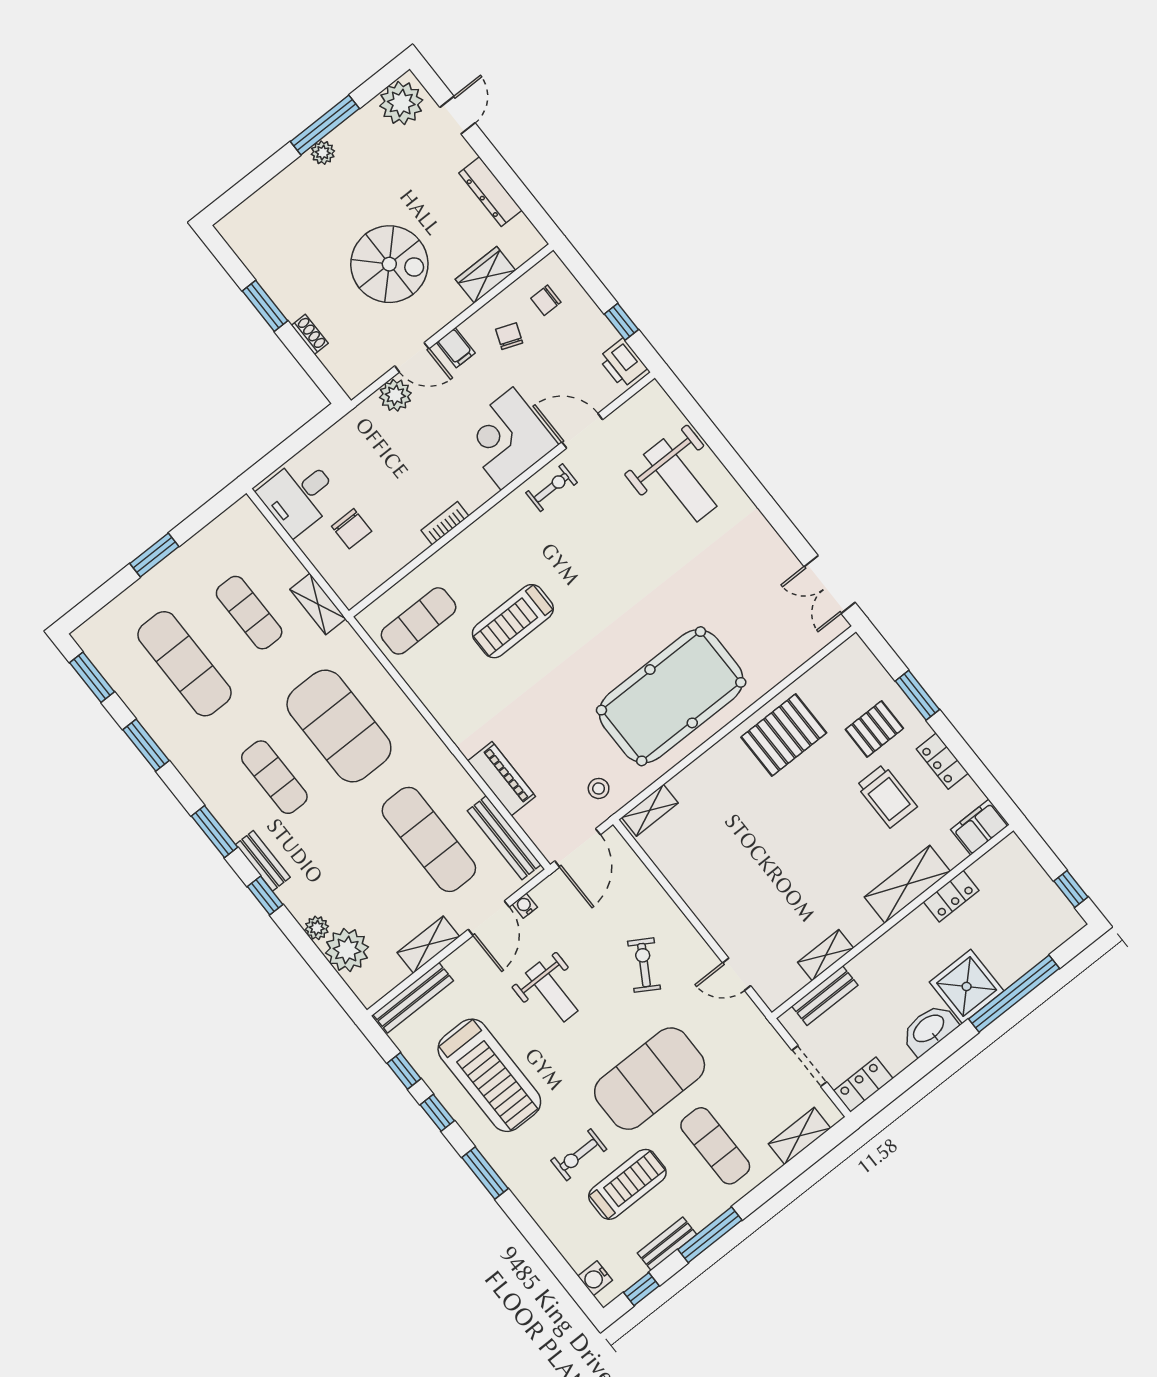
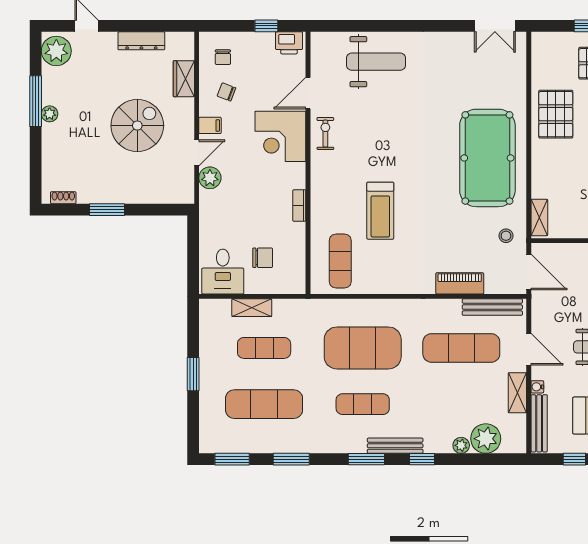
shoe rack: (310, 334) -> (63, 198), moved
shelving: (318, 604) -> (252, 308), moved
bench: (263, 861) -> (395, 446), width x1.36
water cooler: (525, 906) -> (537, 387), moved

